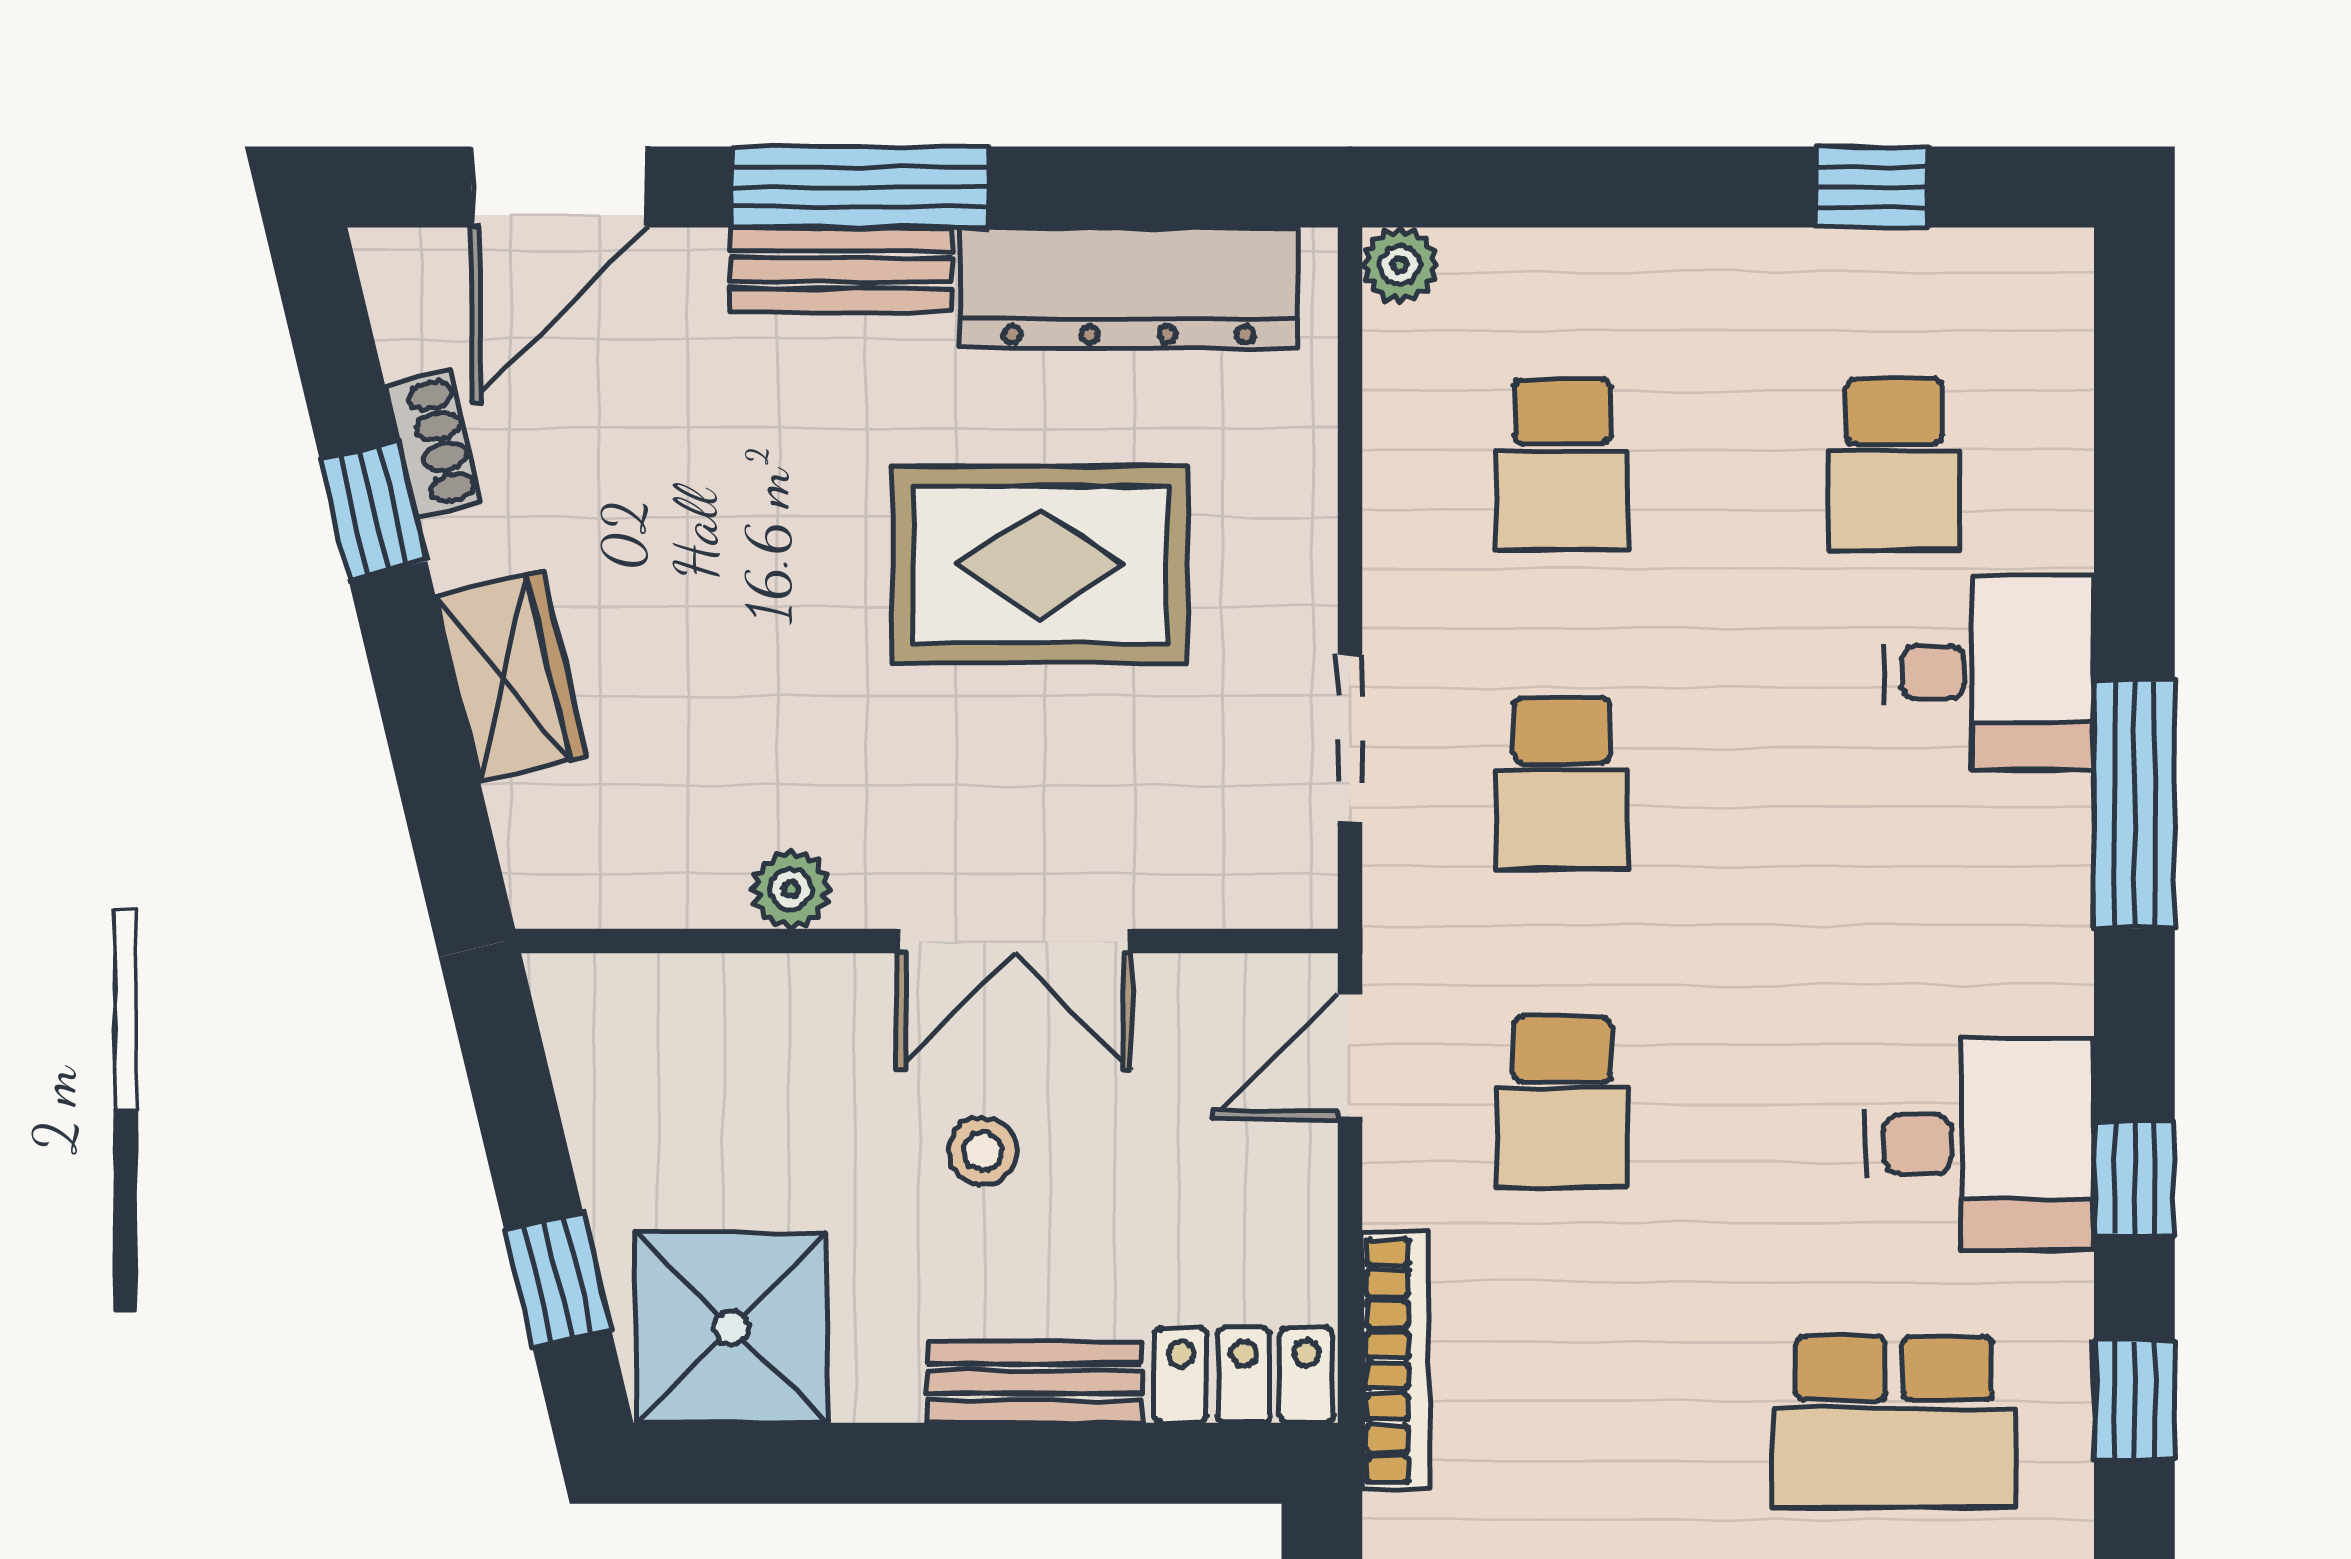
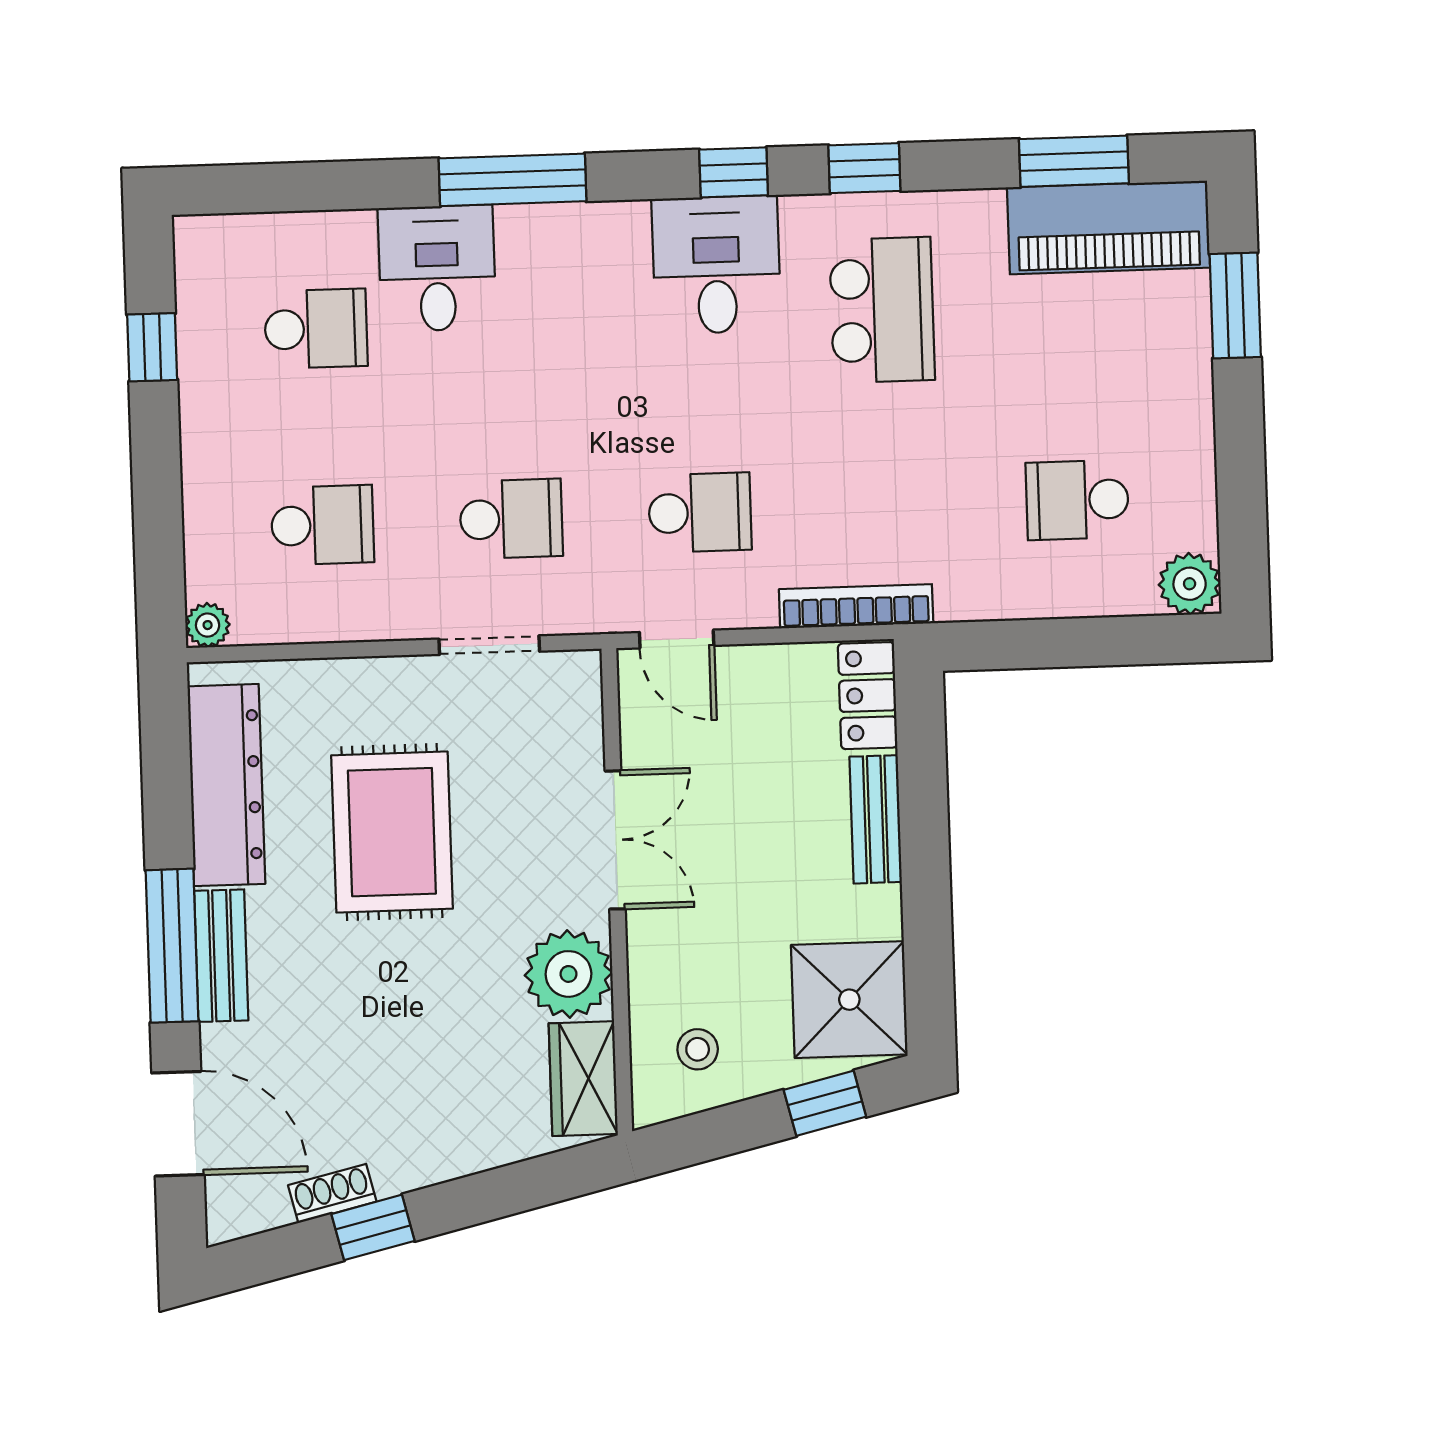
wardrobe: (512, 676) -> (583, 1079), moved, turned -77
plant: (791, 889) -> (568, 974), width x1.87, depth x1.87
stool: (983, 1151) -> (698, 1049), moved

